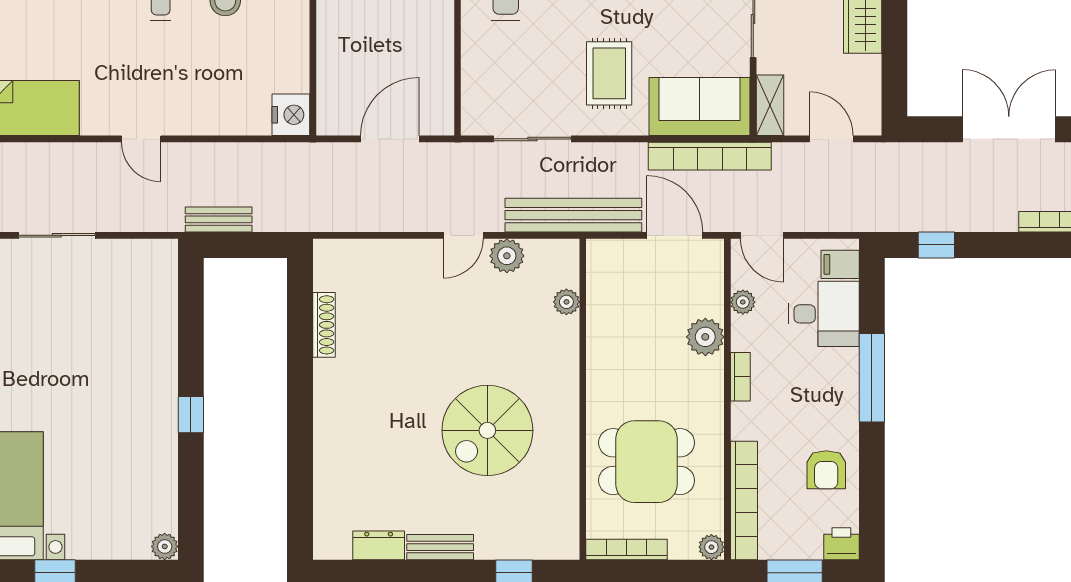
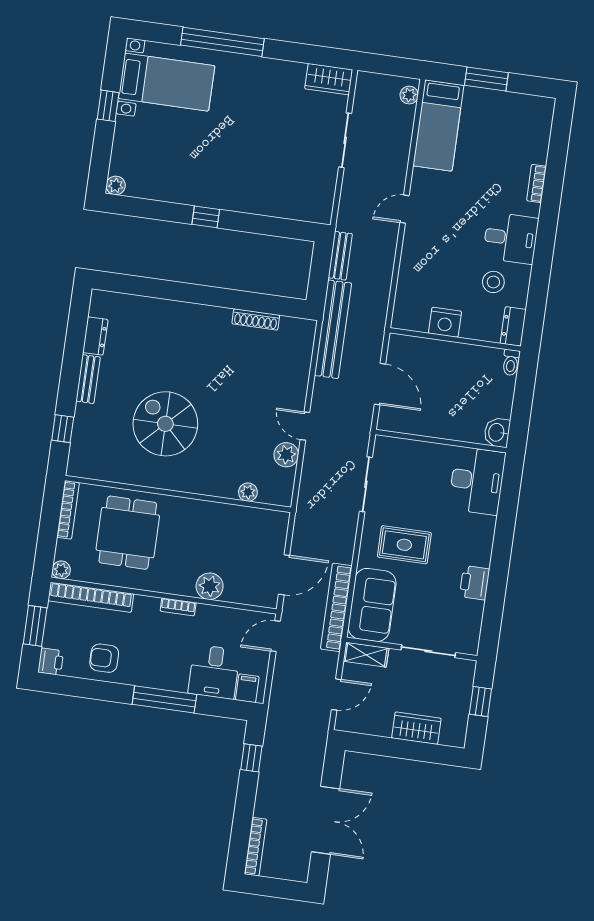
nightstand: (291, 115) -> (445, 322), moved
bench: (573, 215) -> (333, 329), moved
plant: (743, 302) -> (230, 616), removed

